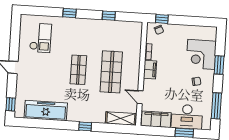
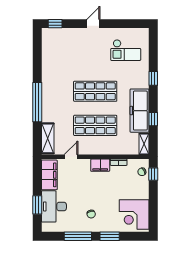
shelving: (132, 26) -> (144, 144), added
corner desk: (201, 54) -> (134, 214), moved, turned -90
shop shelf: (78, 70) -> (95, 91), width x1.43, depth x1.36
window: (216, 106) -> (78, 236), moved
freezer: (46, 111) -> (140, 111), moved, turned 180
window: (85, 126) -> (37, 102), width x3.17

